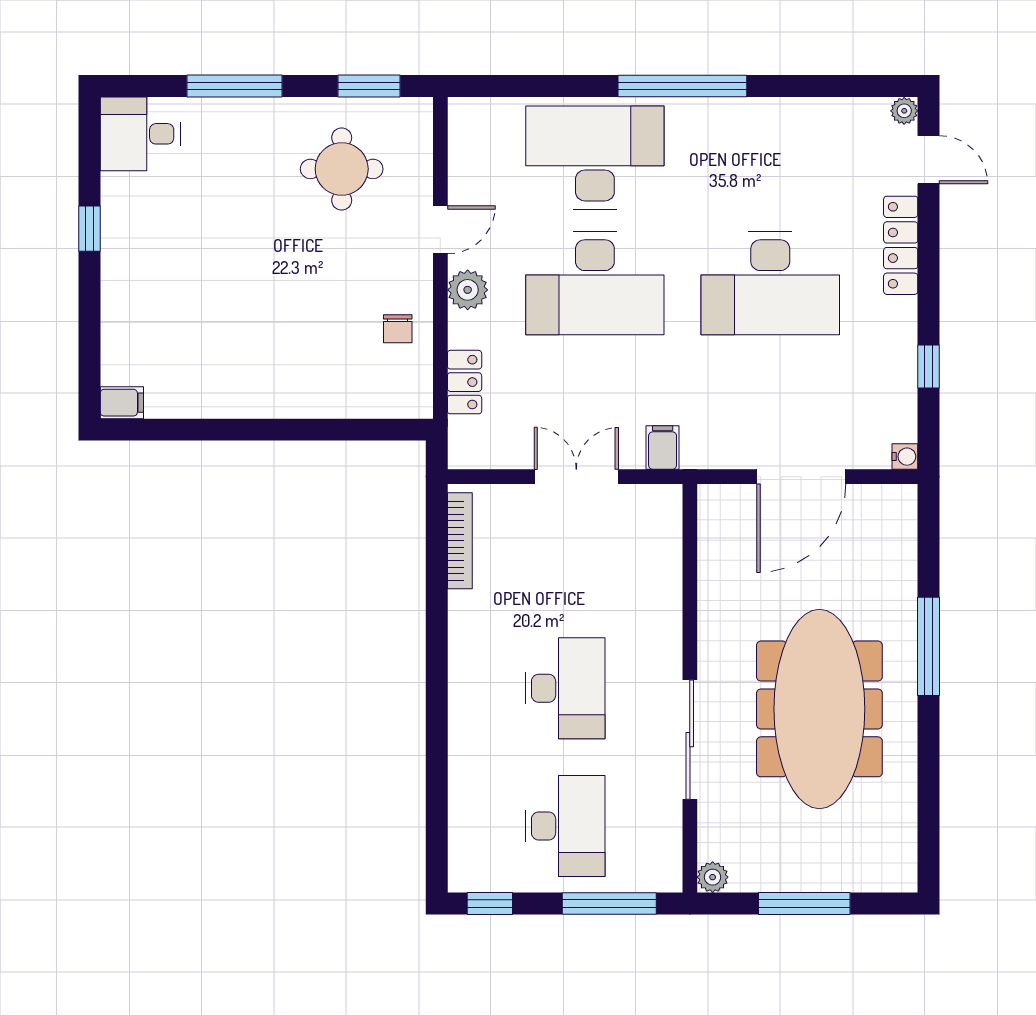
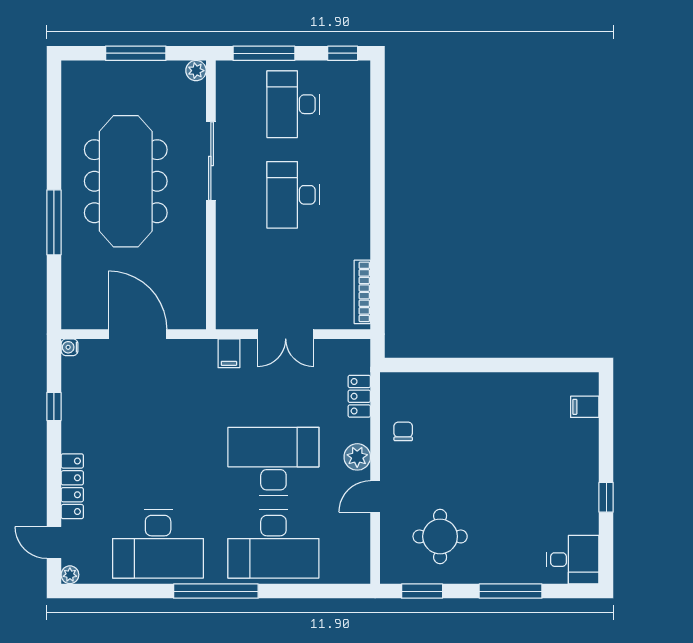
desk: (770, 283) -> (158, 544), moved, turned 180
filing cabinet: (122, 403) -> (585, 407), moved
door: (801, 477) -> (138, 334), hinge flipped

